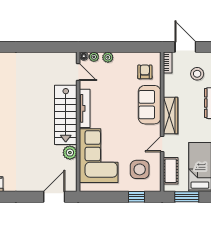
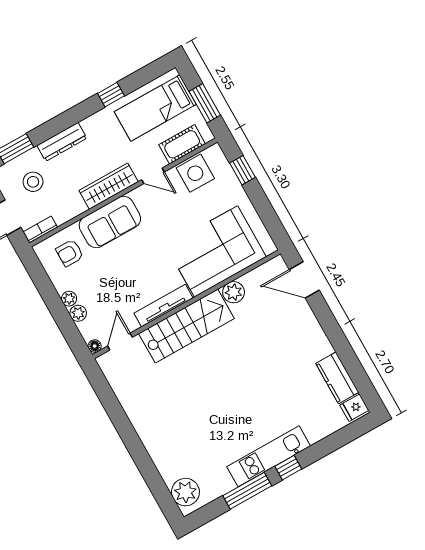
plant: (94, 57) -> (69, 299), moved
side table: (140, 169) -> (195, 173), moved

